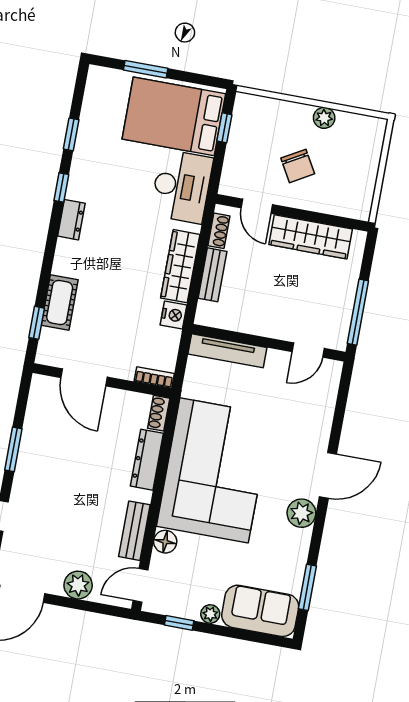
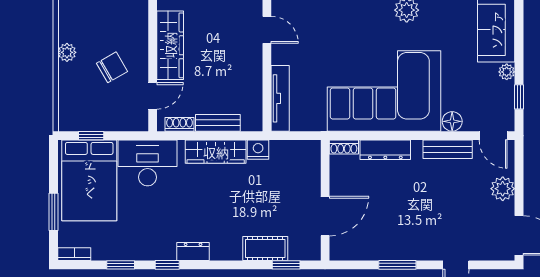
bookcase: (154, 377) -> (74, 254), moved, turned 90

